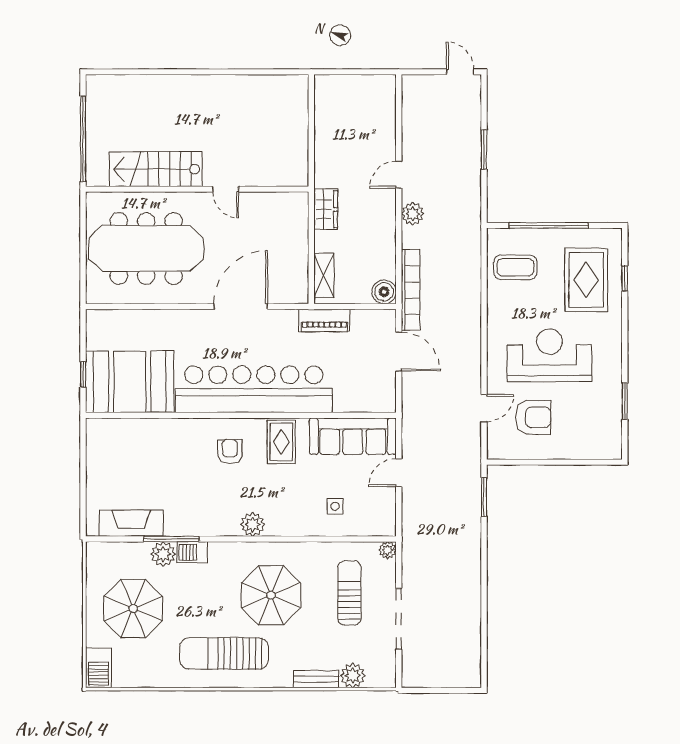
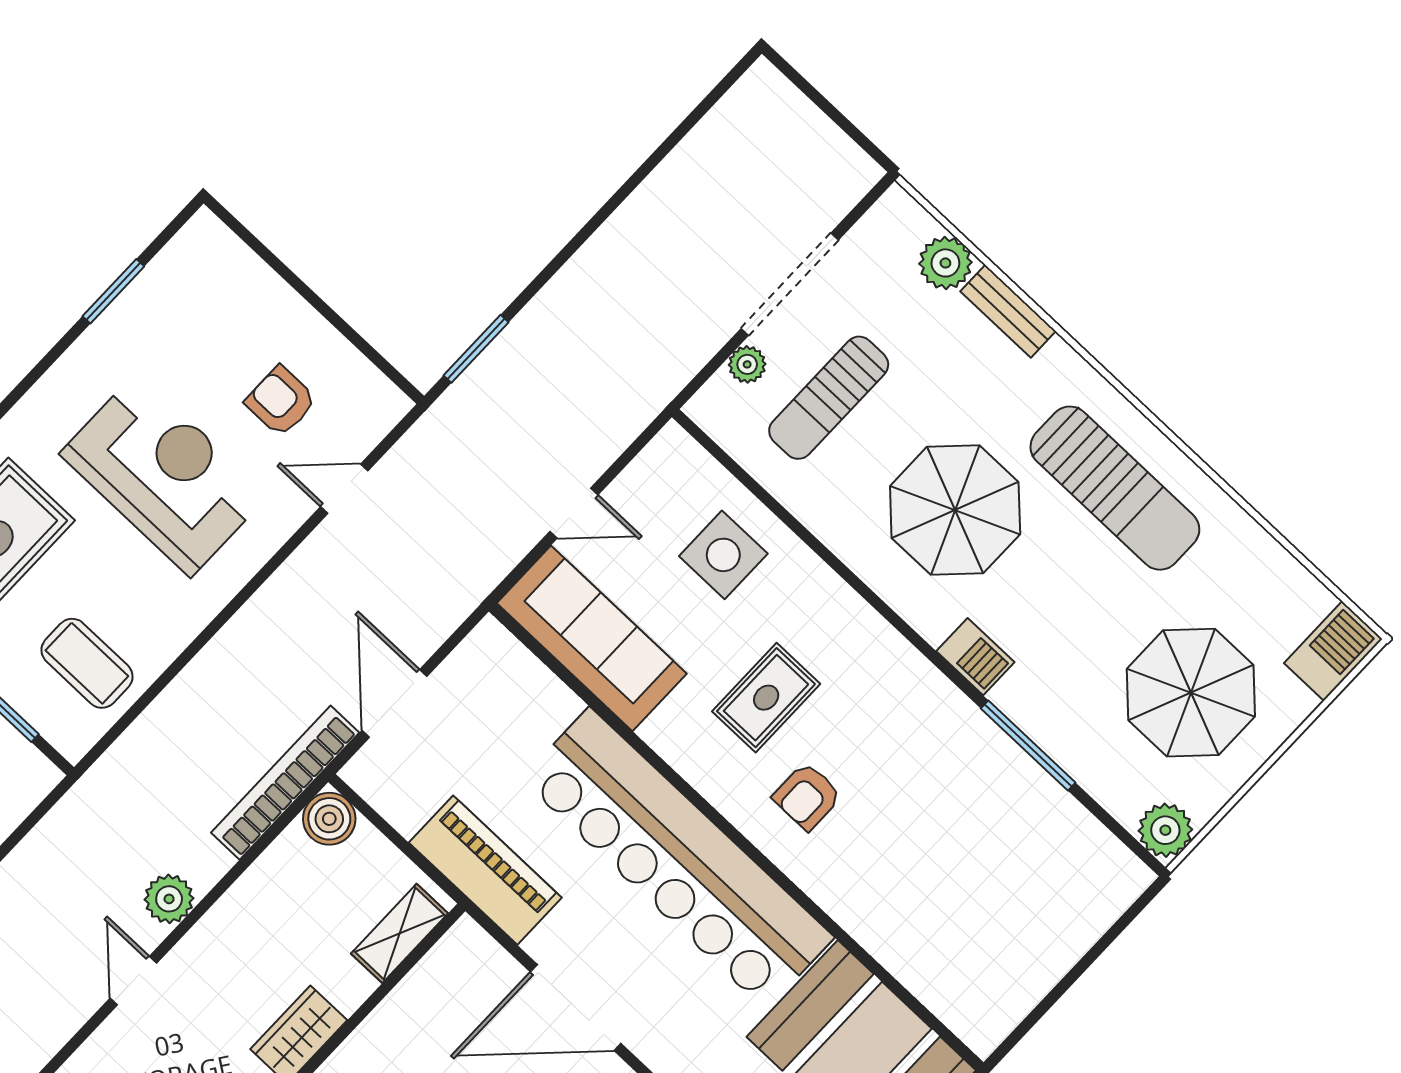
door: (399, 175) -> (133, 981), swing flipped
piano: (324, 320) -> (485, 870), width x1.37, depth x1.33
reception desk: (549, 355) -> (164, 475), turned 180
armchair: (533, 417) -> (281, 401), width x0.72, depth x0.72
rug: (281, 442) -> (766, 698), moved
side table: (335, 506) -> (723, 555), width x1.87, depth x1.87
fireplace: (131, 523) -> (1068, 830), removed
plant: (253, 524) -> (879, 648), removed
plant: (388, 550) -> (747, 364), moved
barbecue: (192, 552) -> (975, 657), moved
plant: (163, 554) -> (1165, 830), moved

